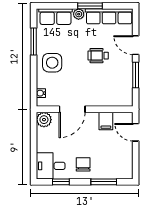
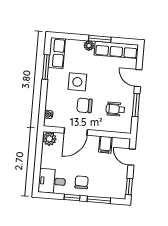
row of seats: (56, 17) -> (57, 53), moved, turned -90
wheelchair: (98, 56) -> (115, 109), moved
side table: (52, 63) -> (77, 82), moved
chair: (79, 80) -> (85, 105), added
window: (136, 165) -> (129, 187), added
window: (61, 182) -> (72, 198), moved

